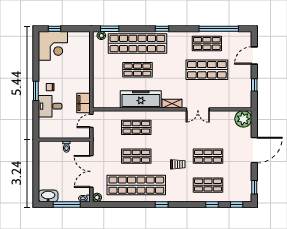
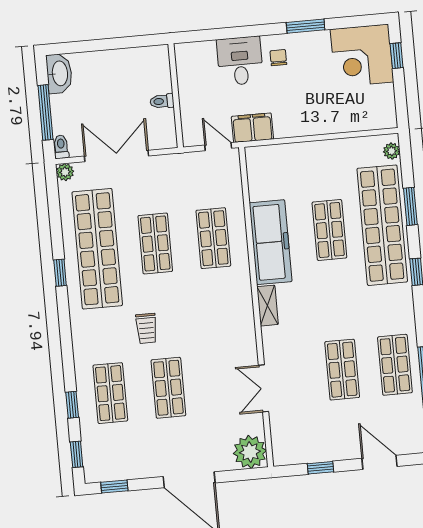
window: (110, 29) -> (410, 206), moved
shop shelf: (207, 70) -> (342, 370), width x0.70, depth x0.74
window: (36, 91) -> (306, 26), moved
double door: (198, 109) -> (264, 388), moved
window: (162, 204) -> (60, 273), moved

